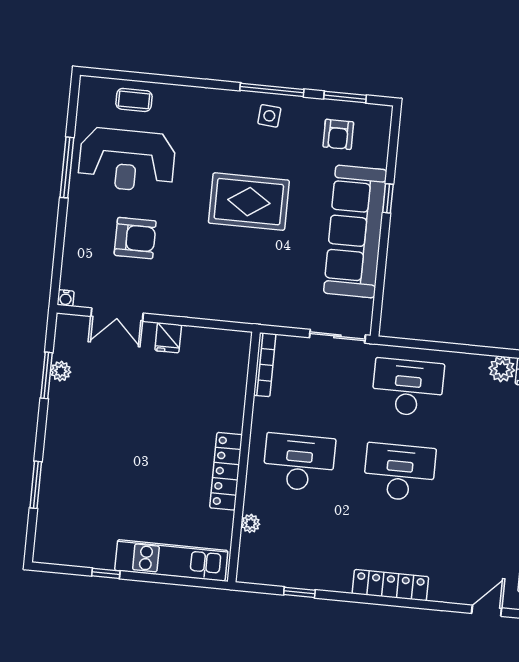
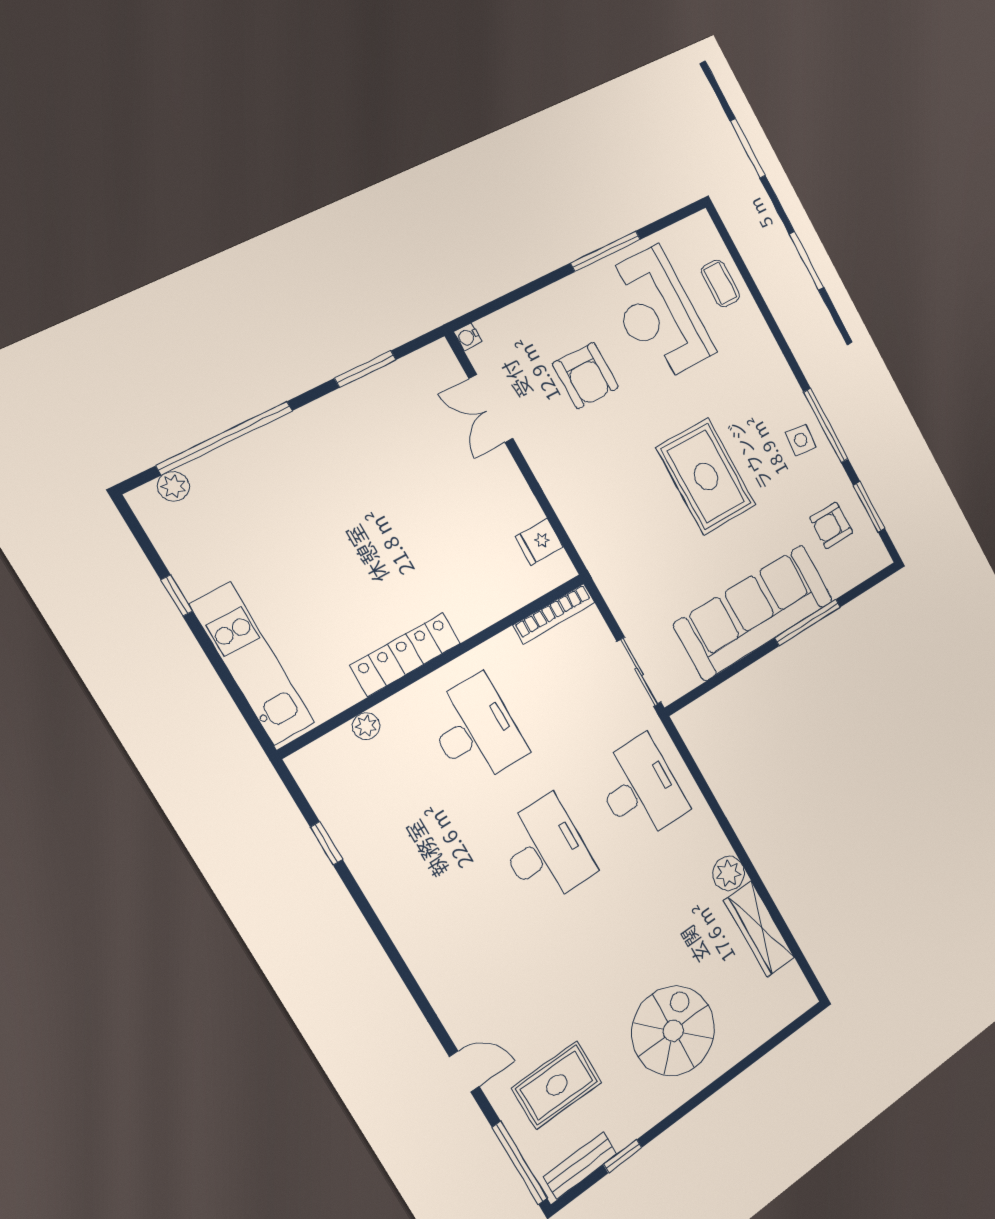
window: (388, 198) -> (808, 622), width x2.17
fridge: (168, 338) -> (539, 542), moved
plant: (61, 371) -> (173, 487), moved
window: (36, 485) -> (225, 438), width x2.11
locker: (390, 585) -> (413, 941), removed

